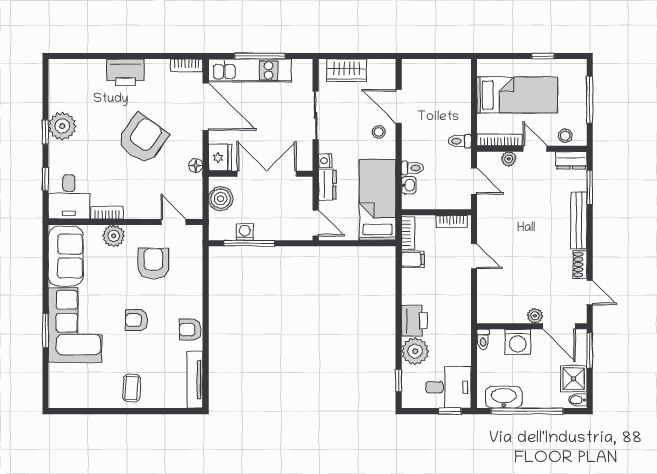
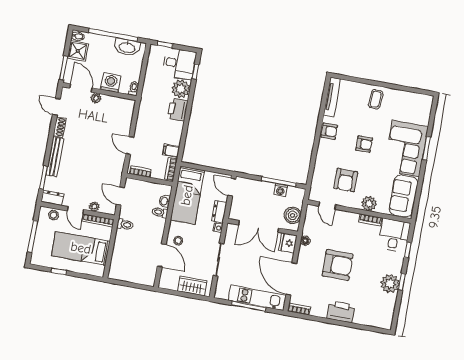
armchair: (143, 139) -> (338, 265), turned -125
desk: (448, 387) -> (179, 64), moved, turned 180

